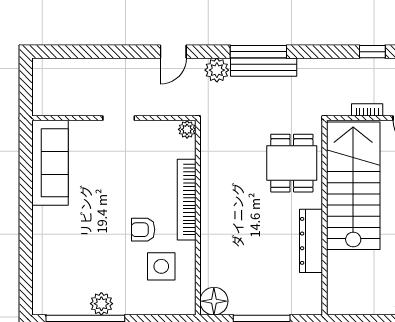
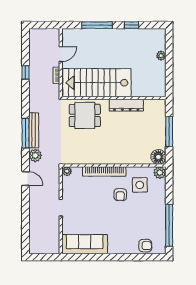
armchair: (47, 277) -> (145, 246), added
plant: (101, 304) -> (160, 173), moved

